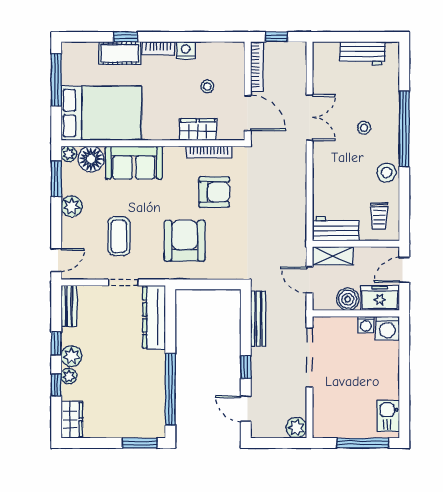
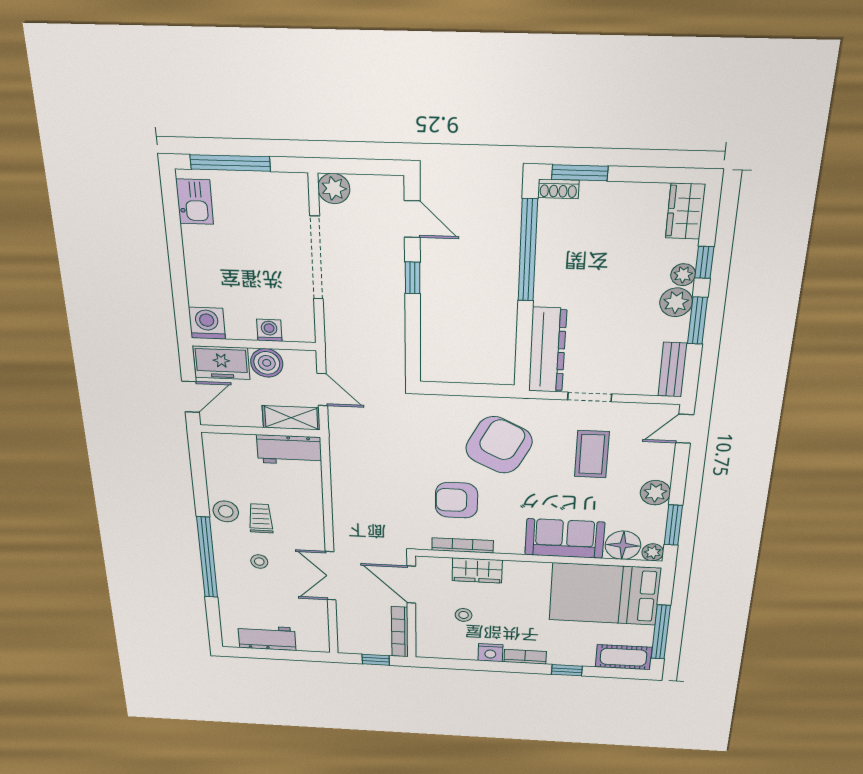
cot: (120, 53) -> (623, 657), moved
trolley: (379, 216) -> (261, 518), moved
armchair: (185, 241) -> (499, 445), turned -153
bench: (258, 318) -> (394, 343), removed
washing machine: (366, 325) -> (269, 330), moved
window: (56, 343) -> (697, 321), width x1.50
doorway: (310, 357) -> (317, 258), moved
shoe rack: (153, 432) -> (558, 189), added

